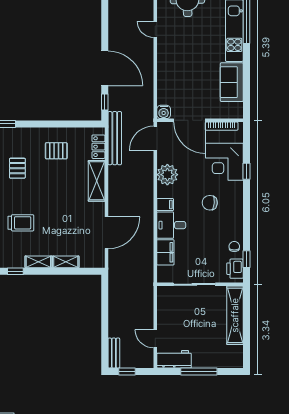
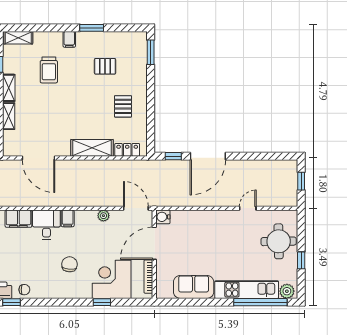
bench: (115, 138) -> (136, 166), removed
plant: (167, 175) -> (103, 216), width x0.53, depth x0.53

